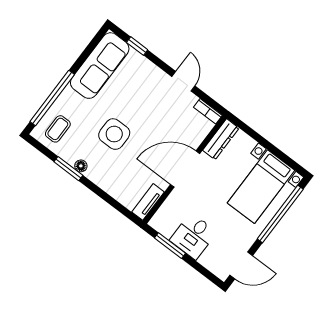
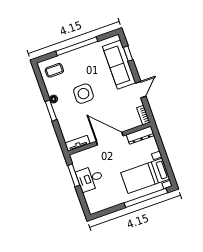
sofa: (100, 66) -> (119, 65), moved, turned 90
window: (52, 98) -> (77, 46), moved
window: (68, 169) -> (51, 111), moved
door: (241, 265) -> (106, 212), removed

